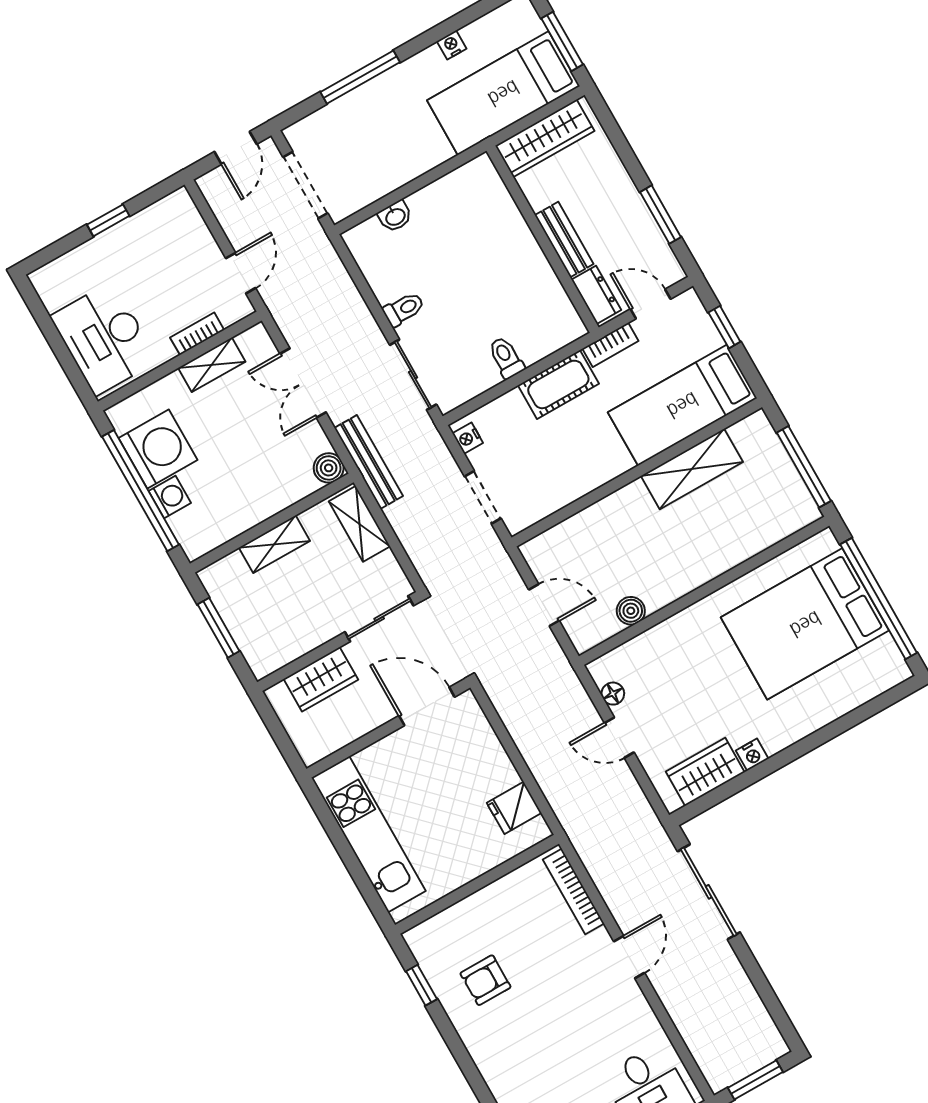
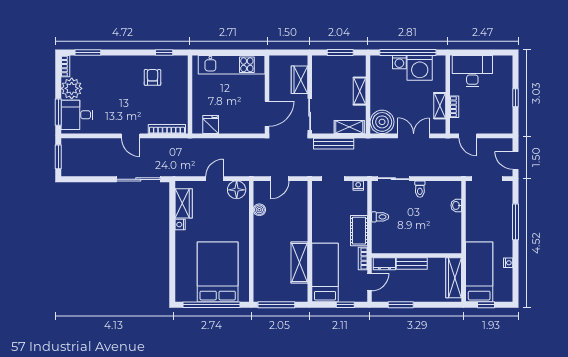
window: (562, 41) -> (486, 305), width x0.67
bench: (369, 462) -> (334, 144), moved
boiler: (329, 468) -> (382, 122), width x1.86, depth x1.86
floor lamp: (613, 694) -> (237, 190), width x1.89, depth x1.89

